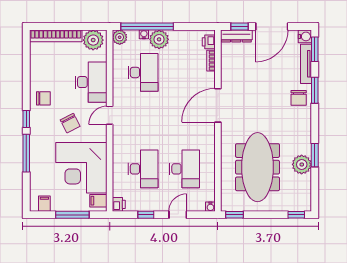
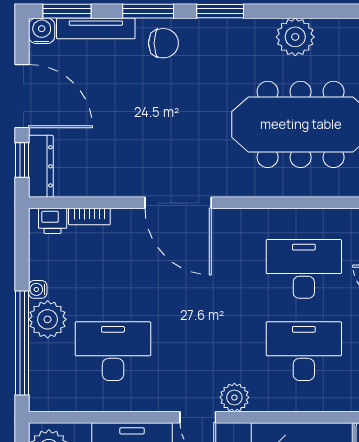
water cooler: (144, 34) -> (38, 289), moved
plant: (120, 37) -> (234, 397), moved
window: (315, 155) -> (220, 11), moved

